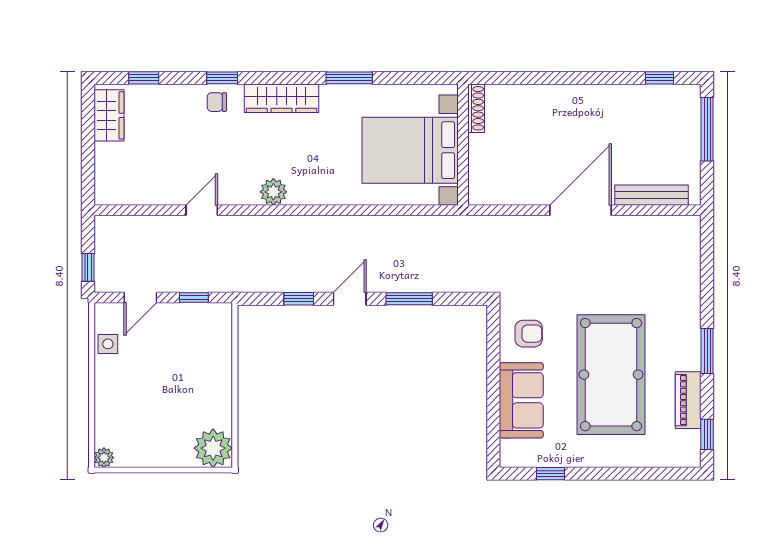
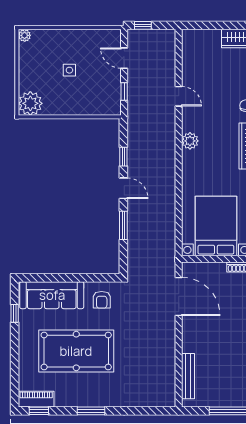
door: (581, 210) -> (179, 296), moved
side table: (108, 344) -> (69, 70), moved
sofa: (521, 400) -> (52, 295), width x1.36
piano: (688, 400) -> (36, 399), moved

